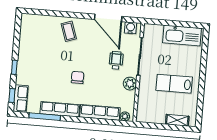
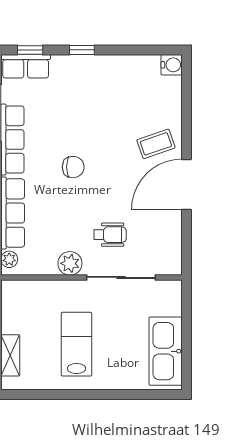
door: (108, 18) -> (186, 184), moved
water cooler: (130, 28) -> (172, 65), moved

